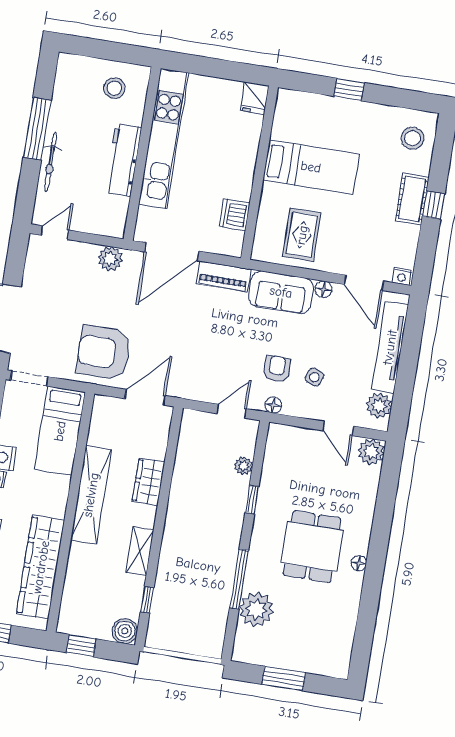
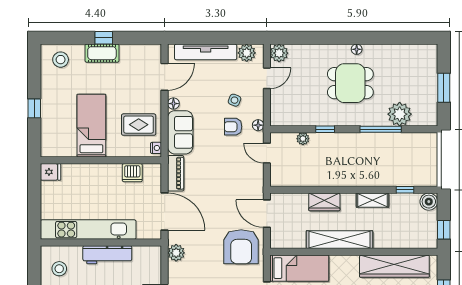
nightstand: (402, 276) -> (156, 148), moved

